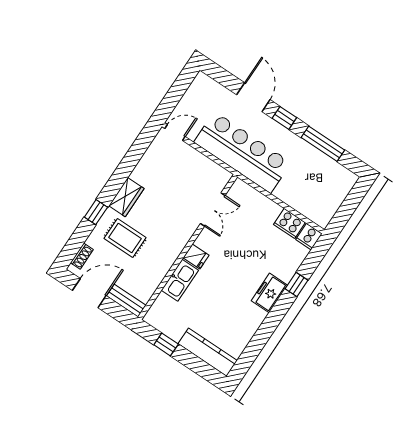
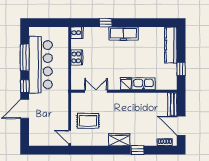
bar counter: (242, 152) -> (41, 65), moved, turned 180
cooker: (289, 223) -> (77, 57), moved
rug: (125, 238) -> (88, 121), moved, turned 90
freezer: (269, 293) -> (123, 34), width x1.40

